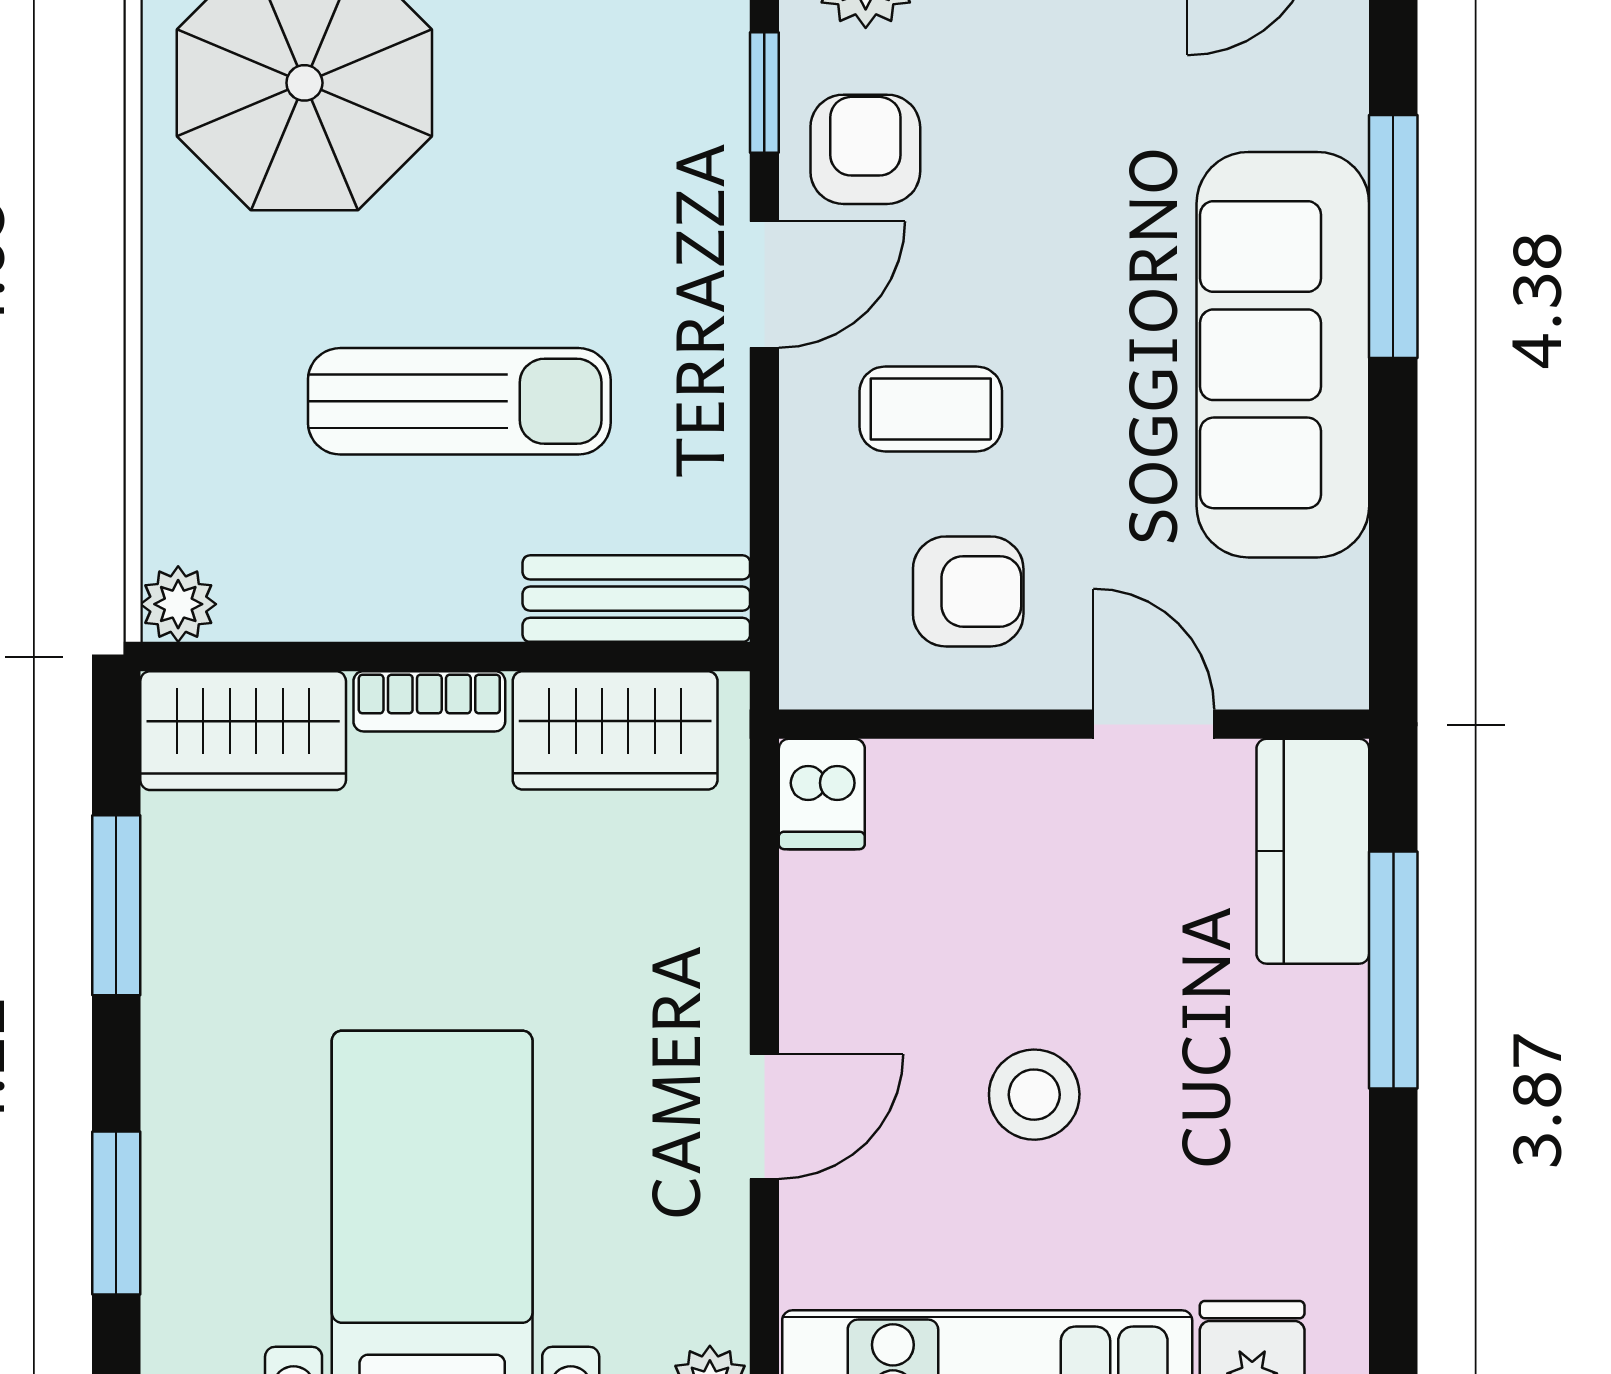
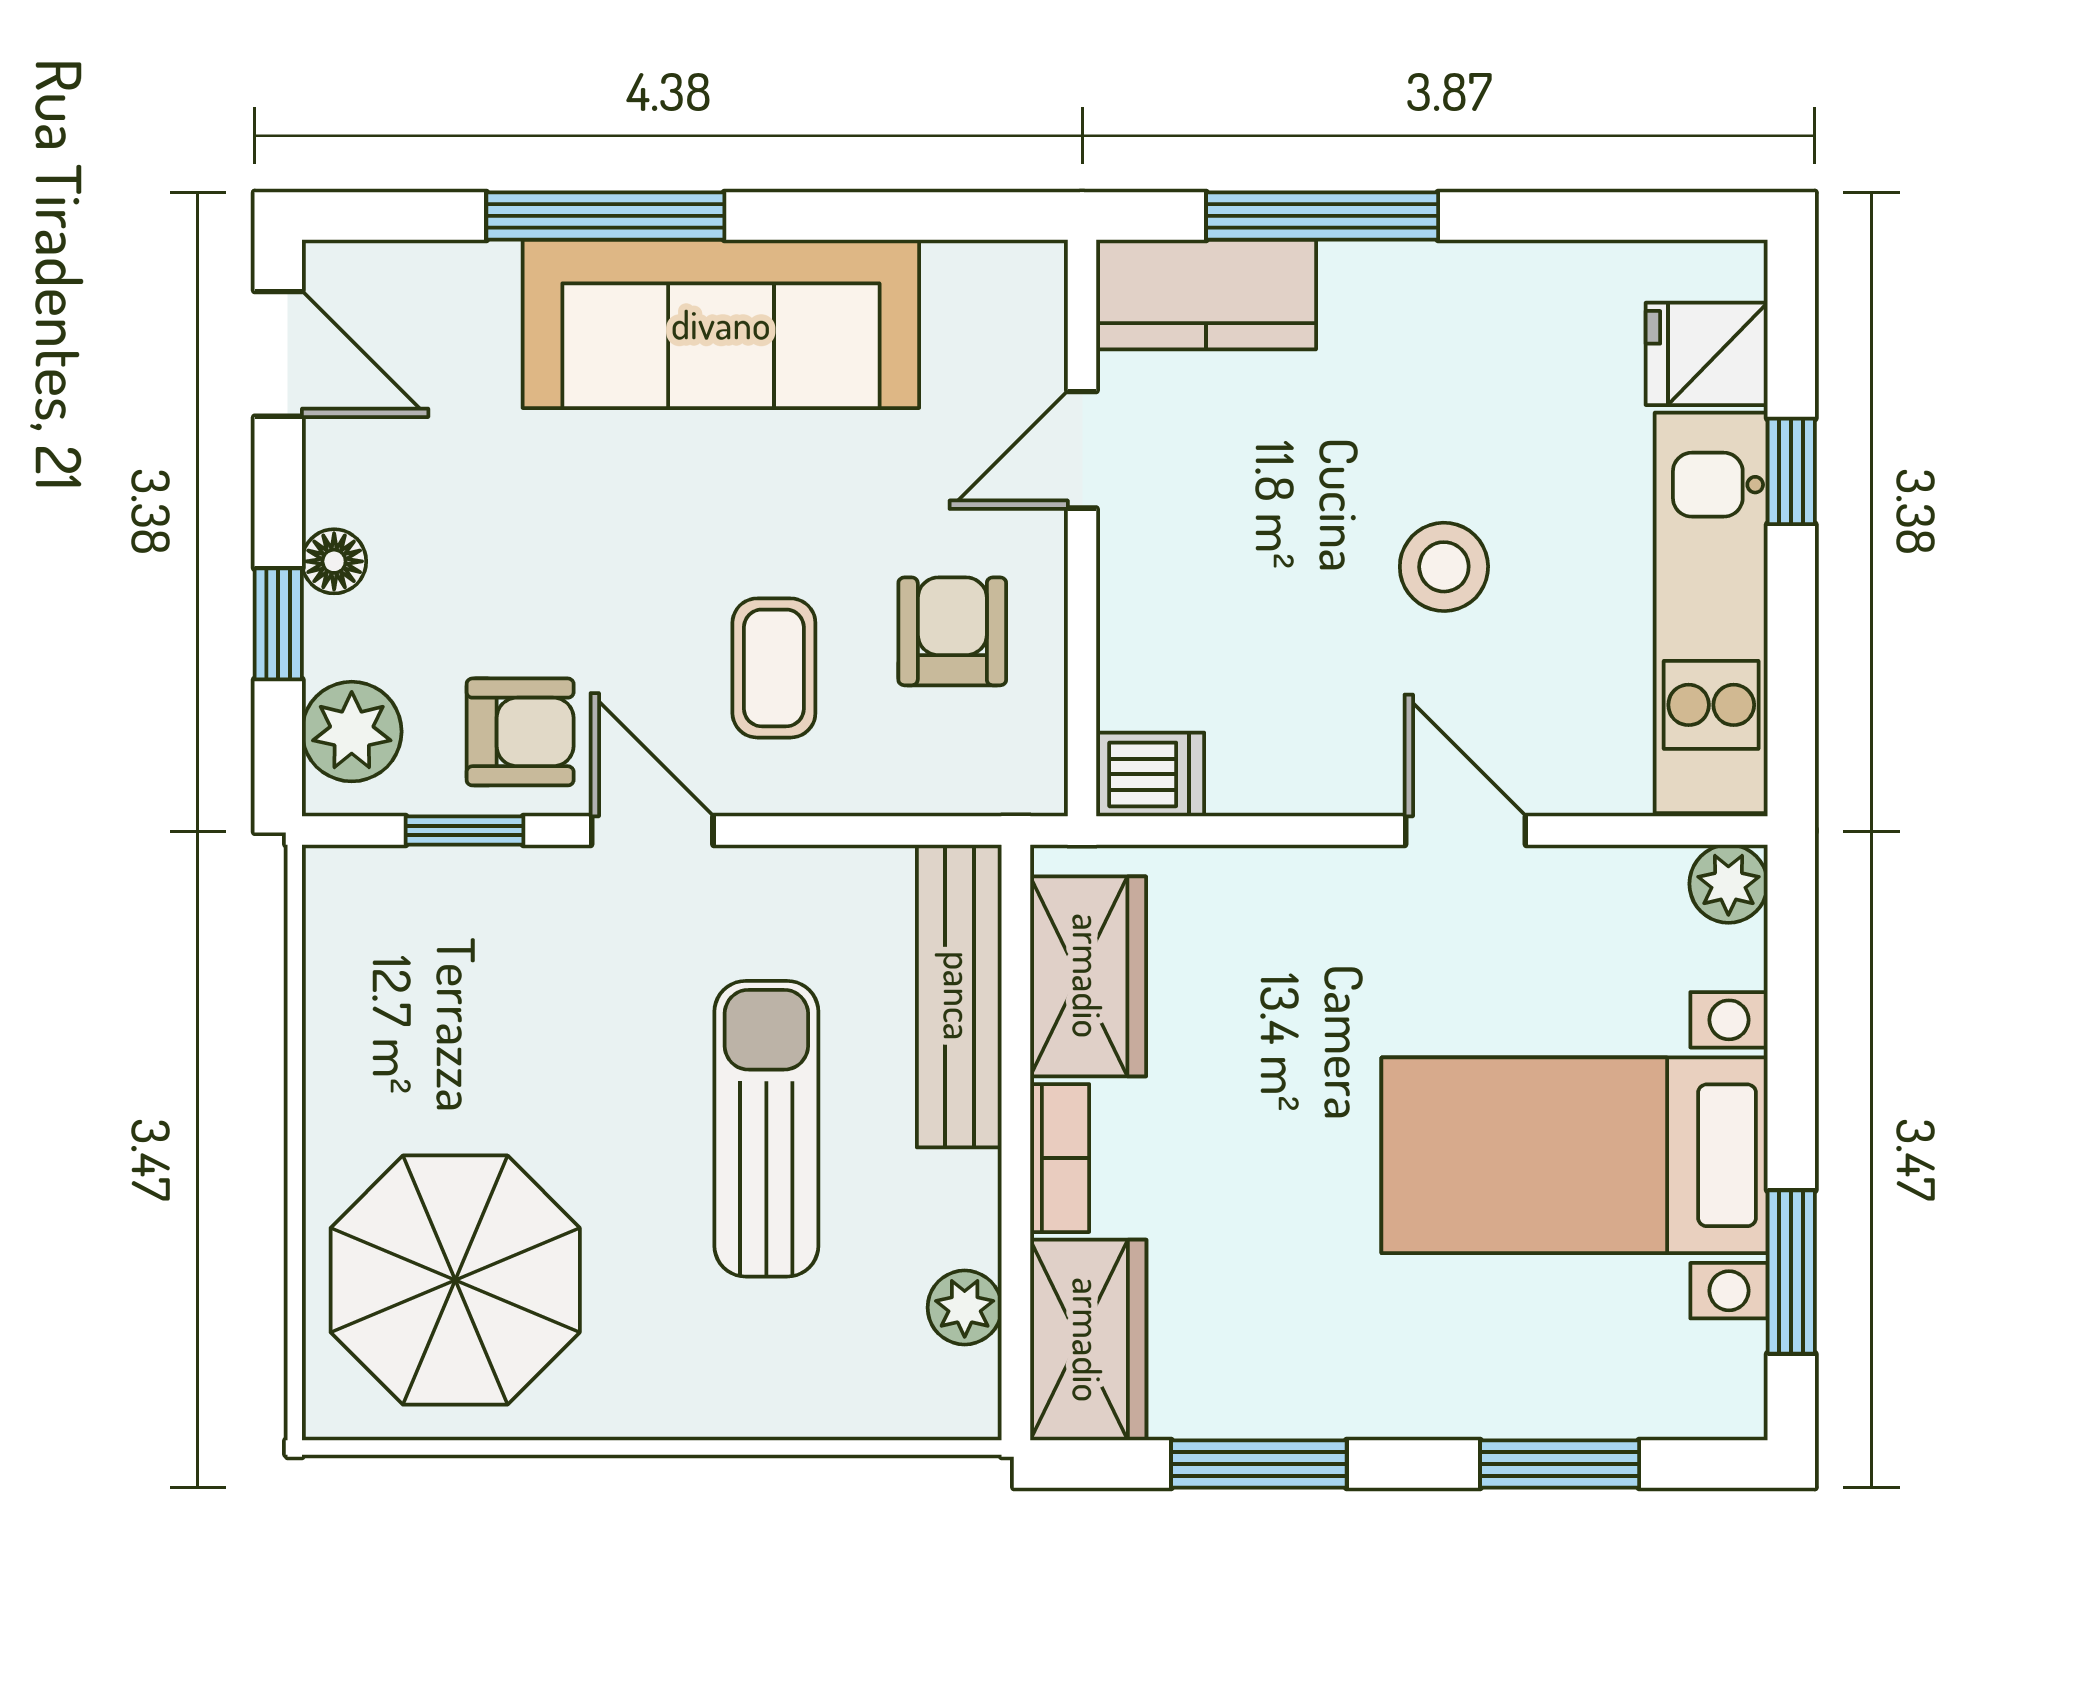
armchair: (865, 149) -> (520, 732), turned 180
bench: (636, 599) -> (959, 996), width x1.36
plant: (178, 604) -> (965, 1308), moved

